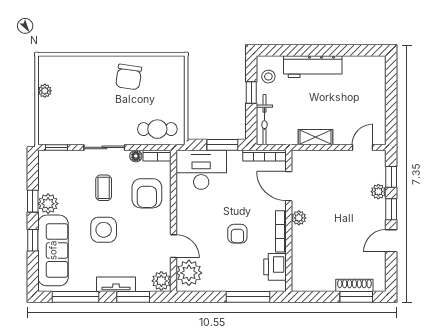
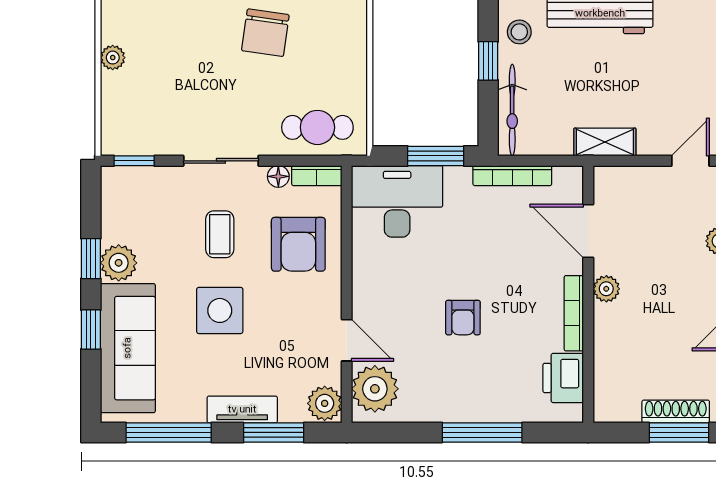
door: (289, 186) -> (588, 231), moved
plant: (299, 218) -> (606, 289), moved
wall: (289, 221) -> (588, 294), moved
bookcase: (281, 231) -> (574, 313), moved
printer: (275, 267) -> (563, 378), moved

